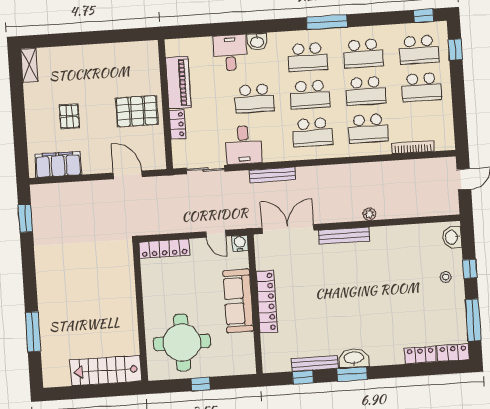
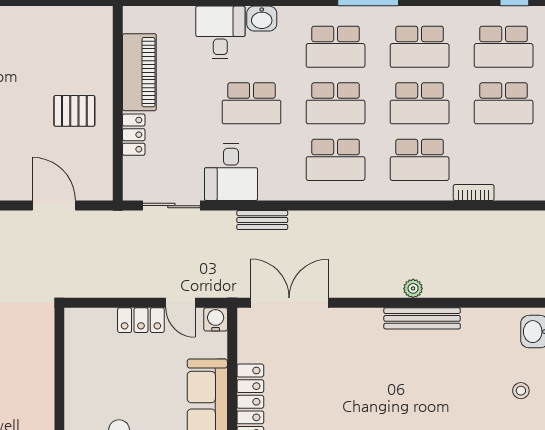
pallet: (137, 111) -> (74, 111), width x0.67, depth x0.71
bookcase: (413, 147) -> (474, 193), width x0.64
bench: (273, 175) -> (262, 220), width x0.73
bench: (344, 236) -> (422, 318), moved
locker: (164, 249) -> (141, 320), moved, width x0.66

